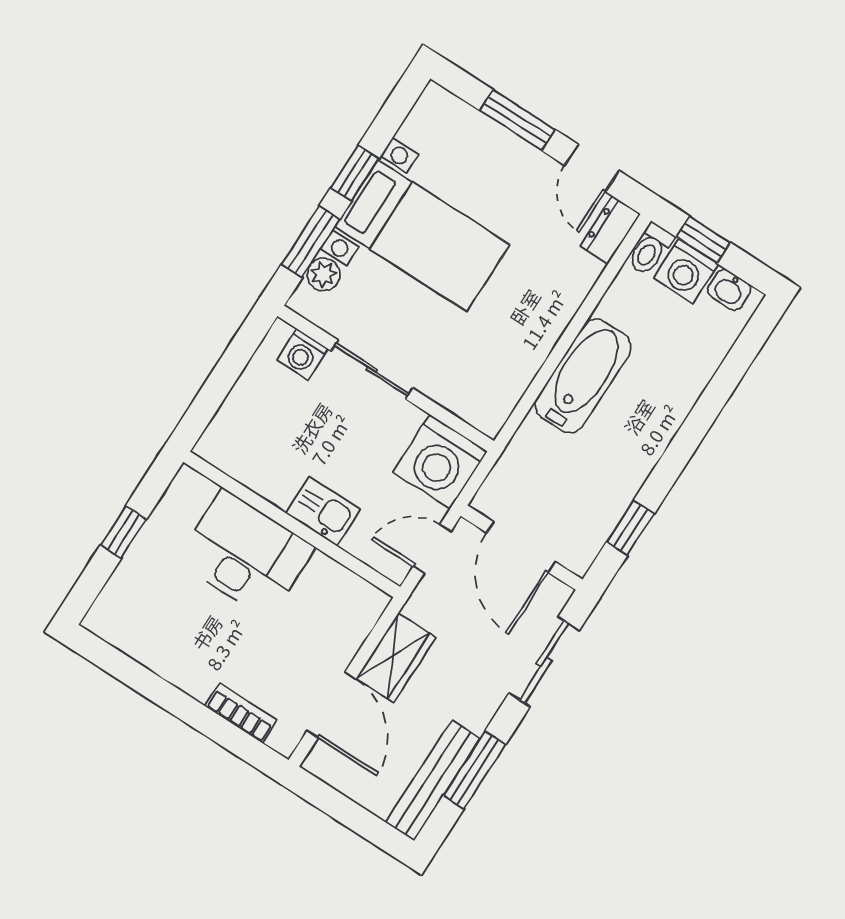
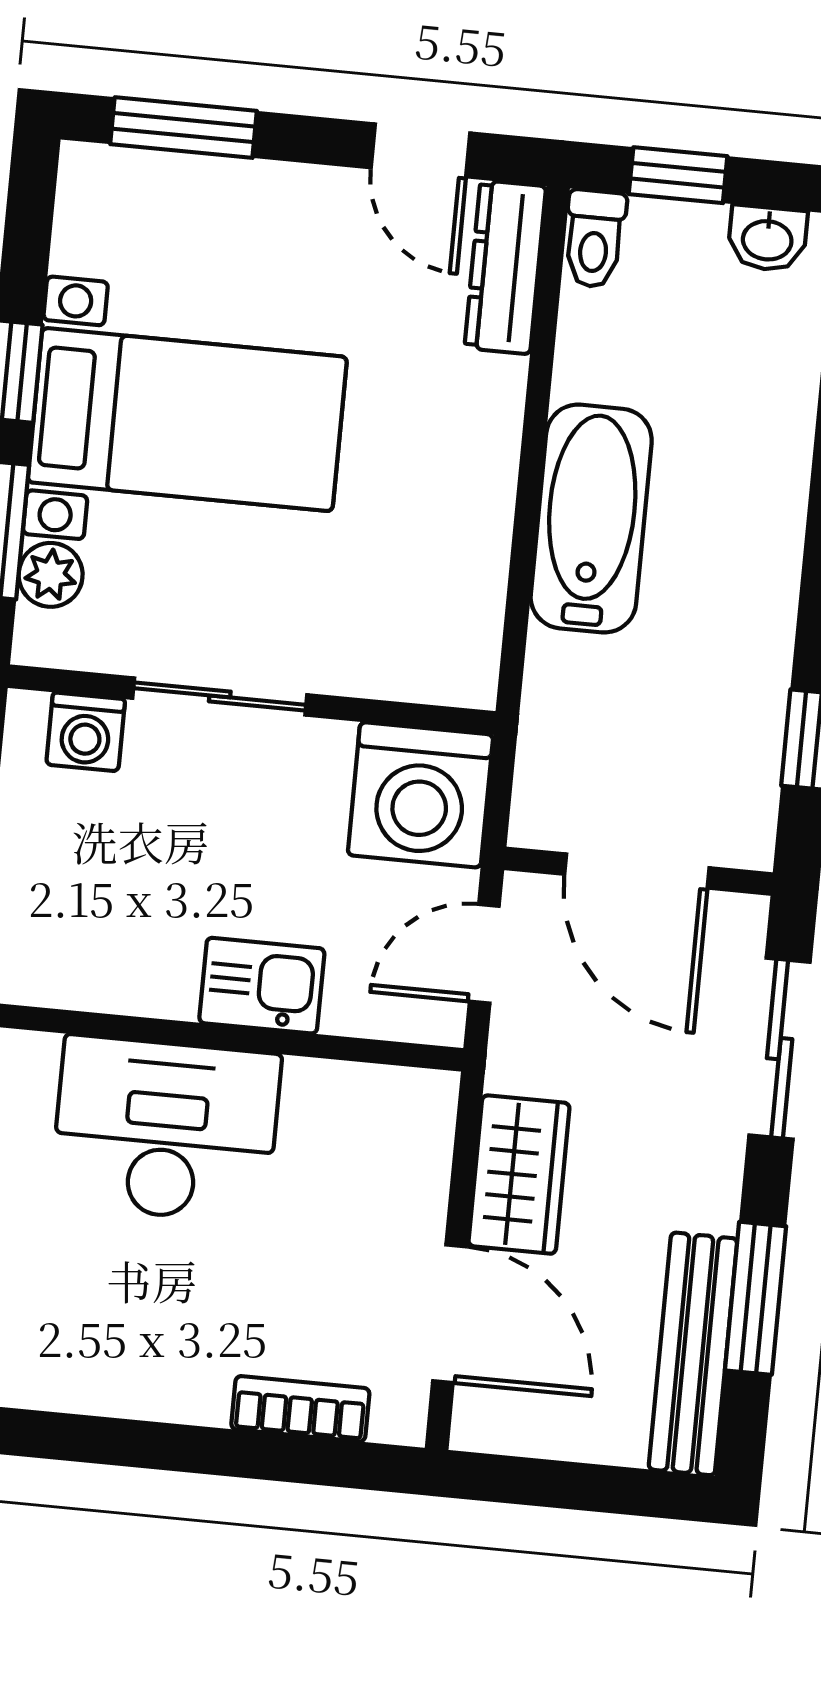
window: (517, 120) -> (184, 128), moved
dresser: (610, 230) -> (505, 267), width x1.44
washing machine: (686, 271) -> (676, 245), removed

